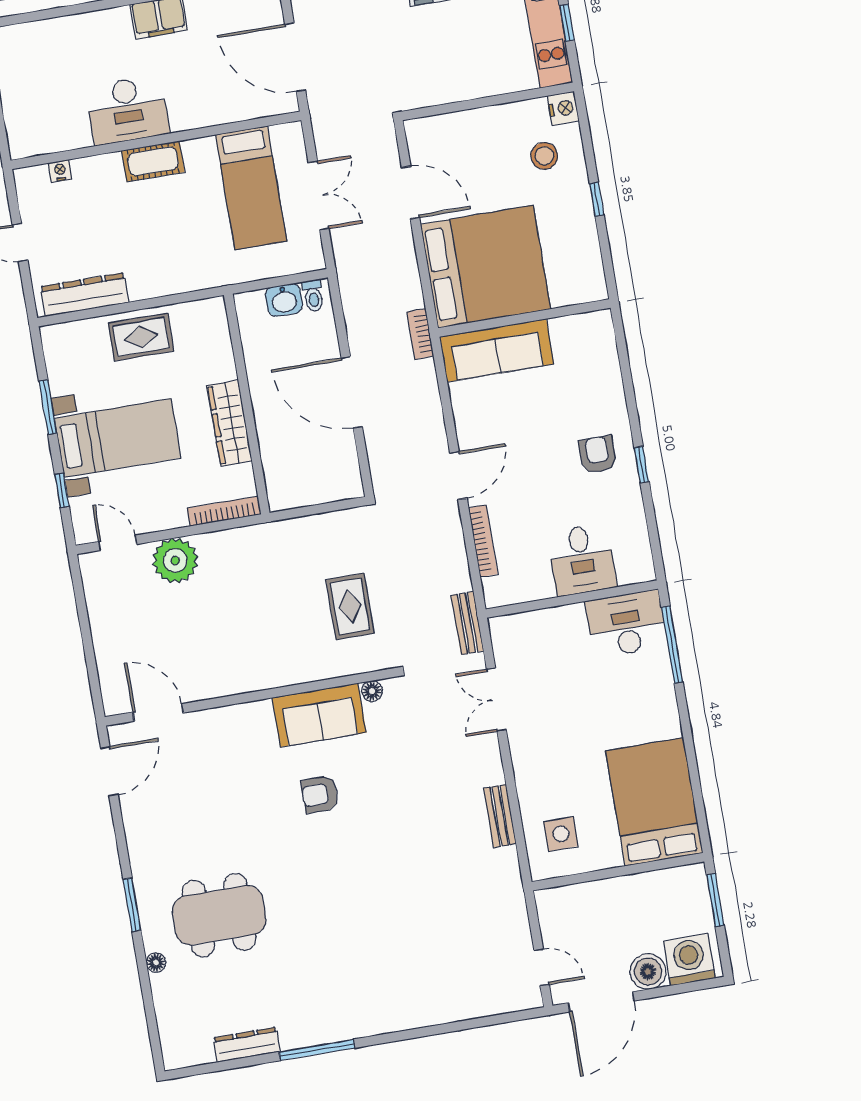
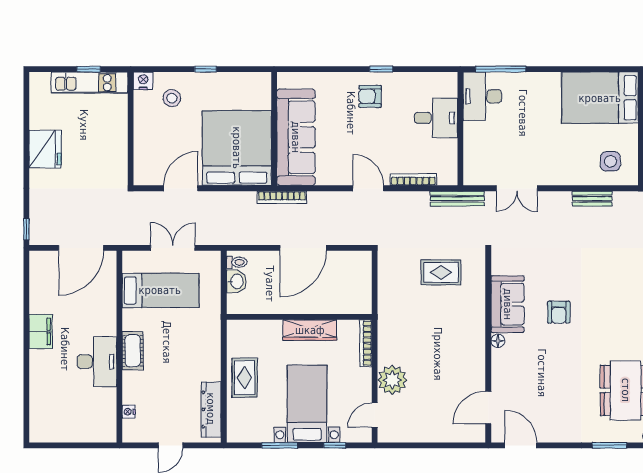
bookcase: (420, 334) -> (282, 197), width x1.56
sofa: (497, 350) -> (296, 137), width x1.36, depth x1.27
bench: (467, 623) -> (457, 199), width x1.36
floor lamp: (372, 691) -> (498, 341), moved

